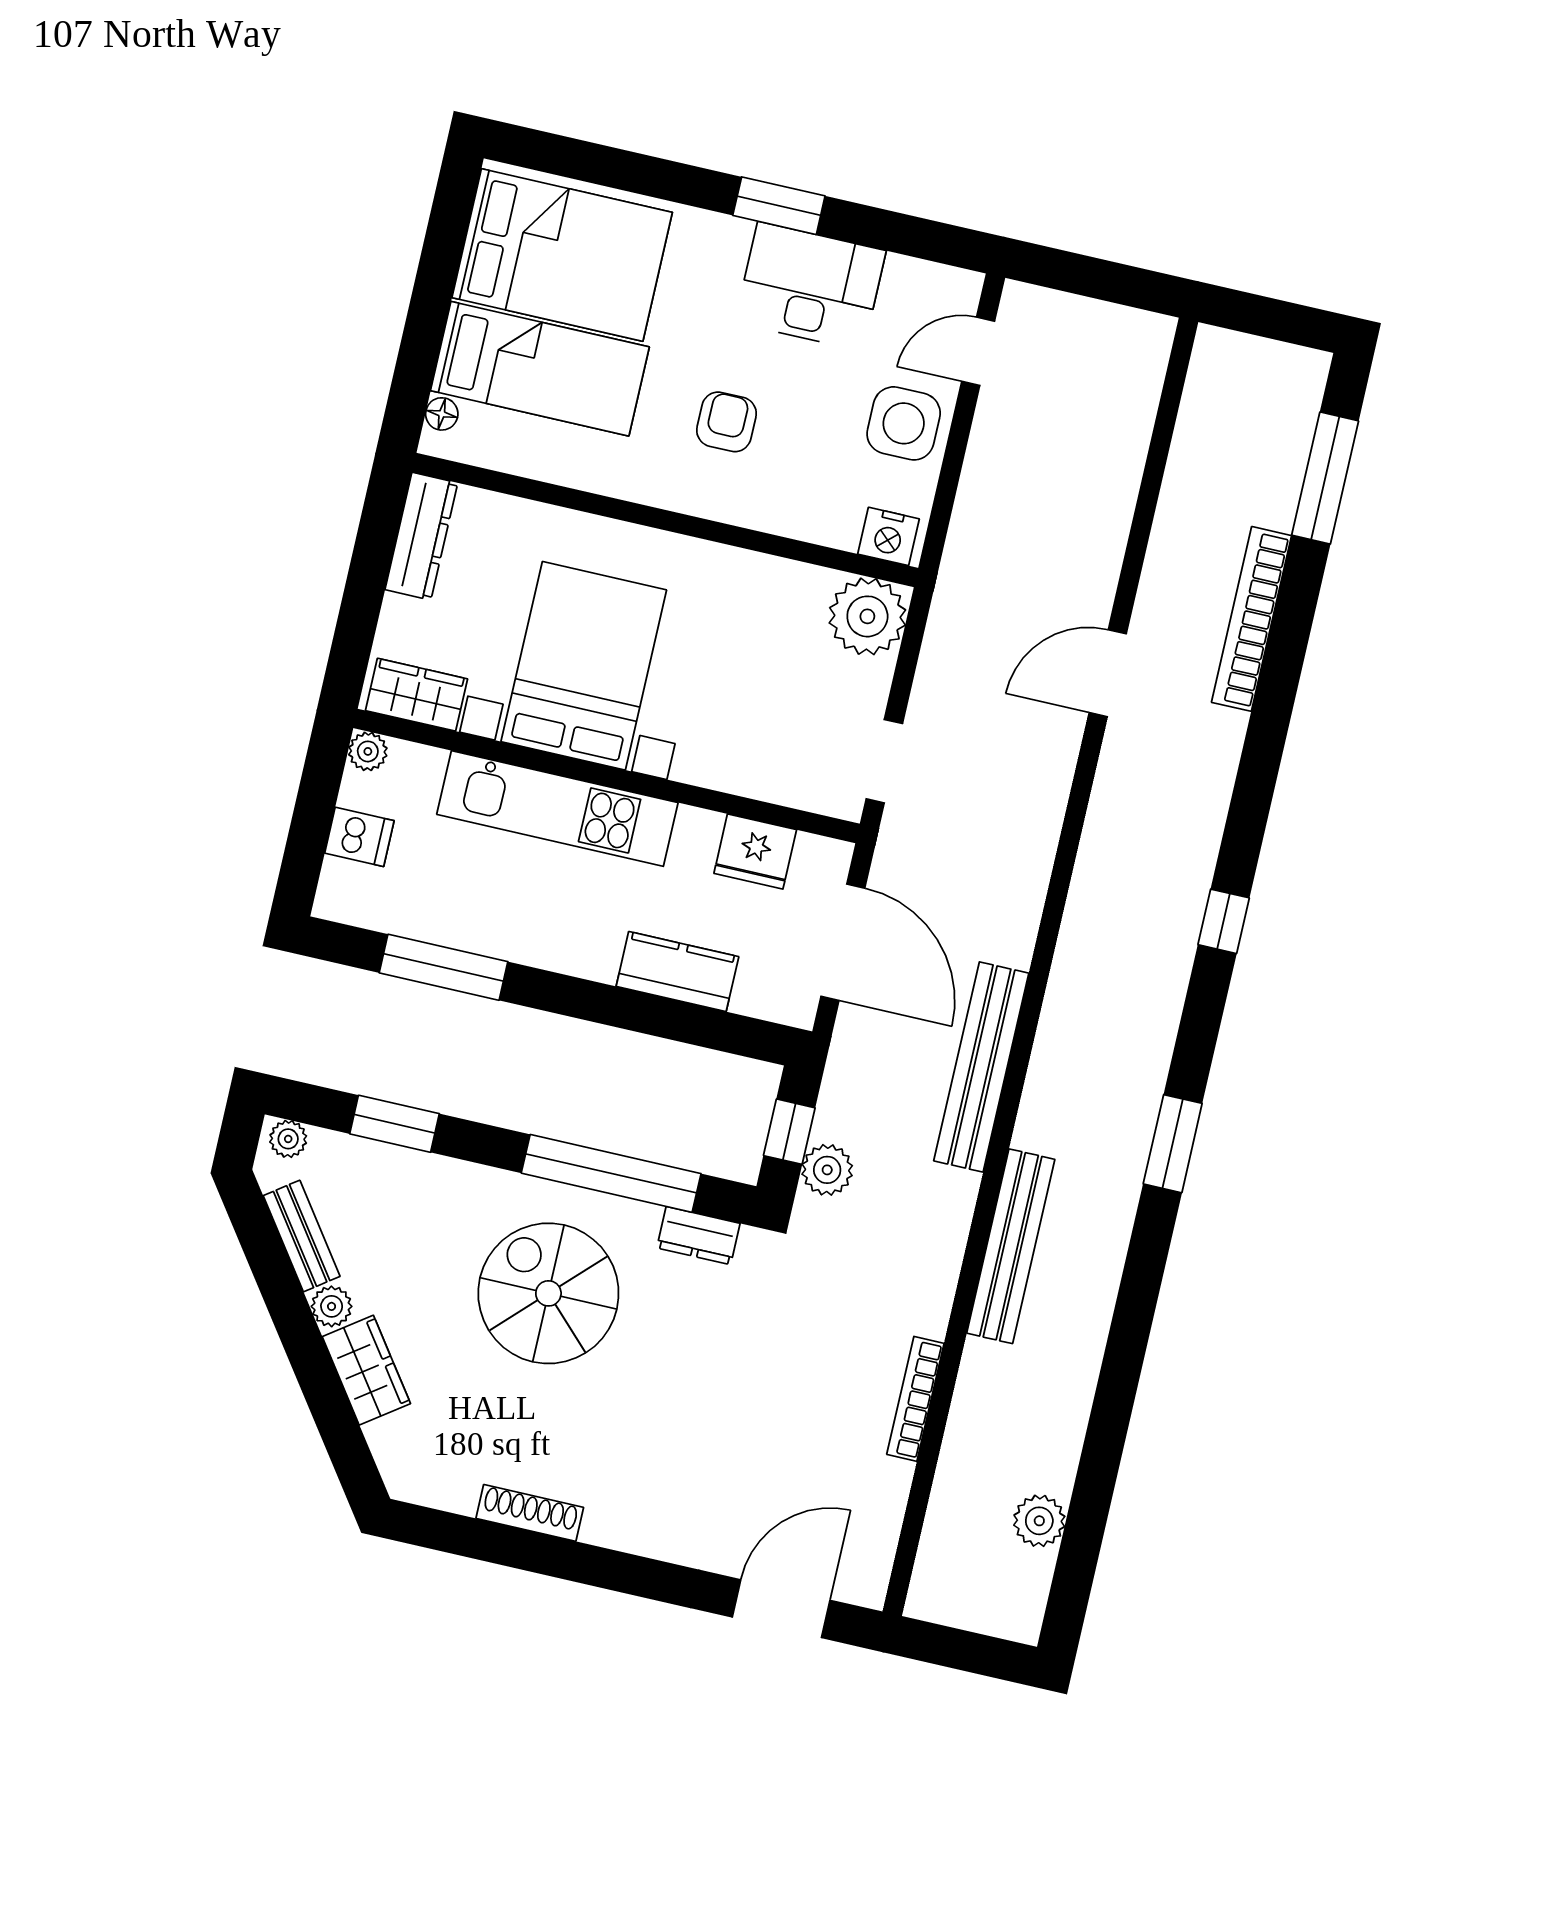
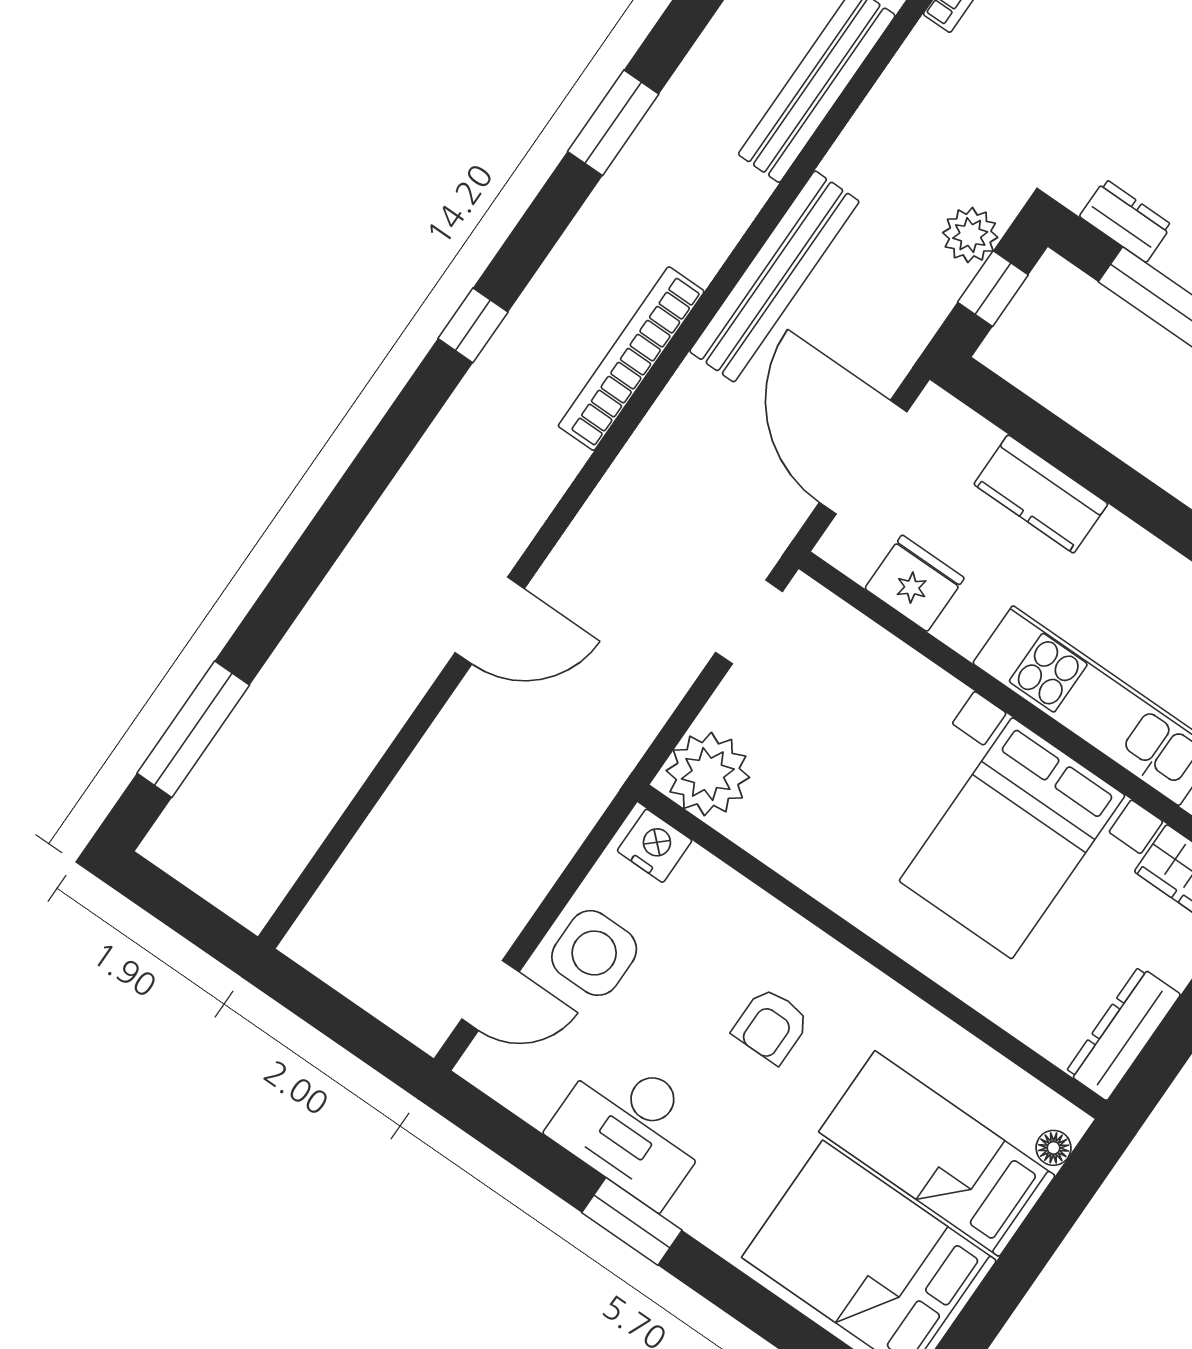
bookcase: (1252, 619) -> (631, 359), moved, turned 180

